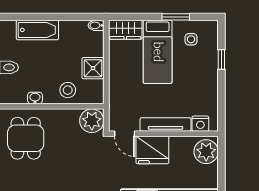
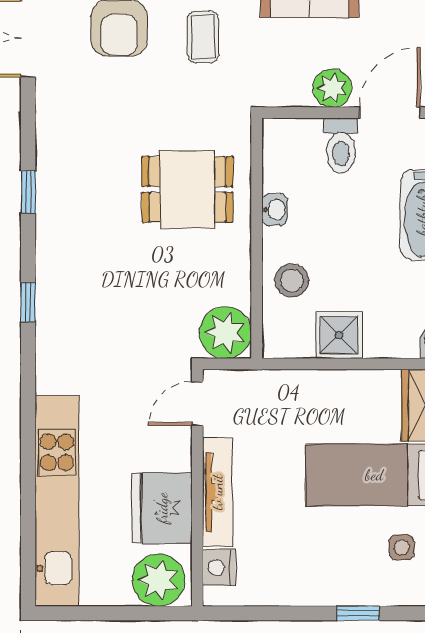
fridge: (152, 150) -> (162, 508), moved

